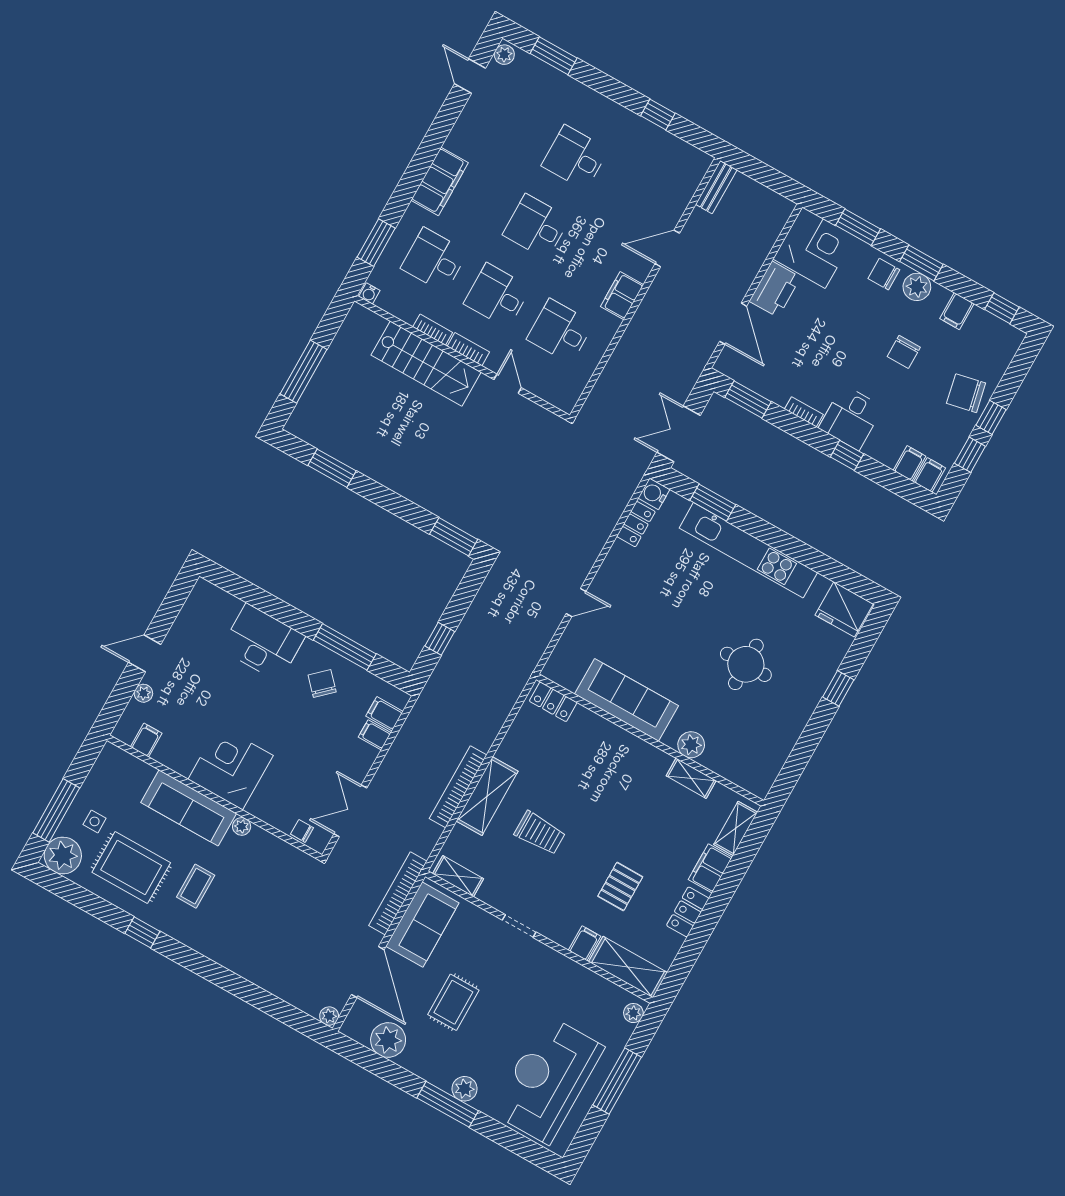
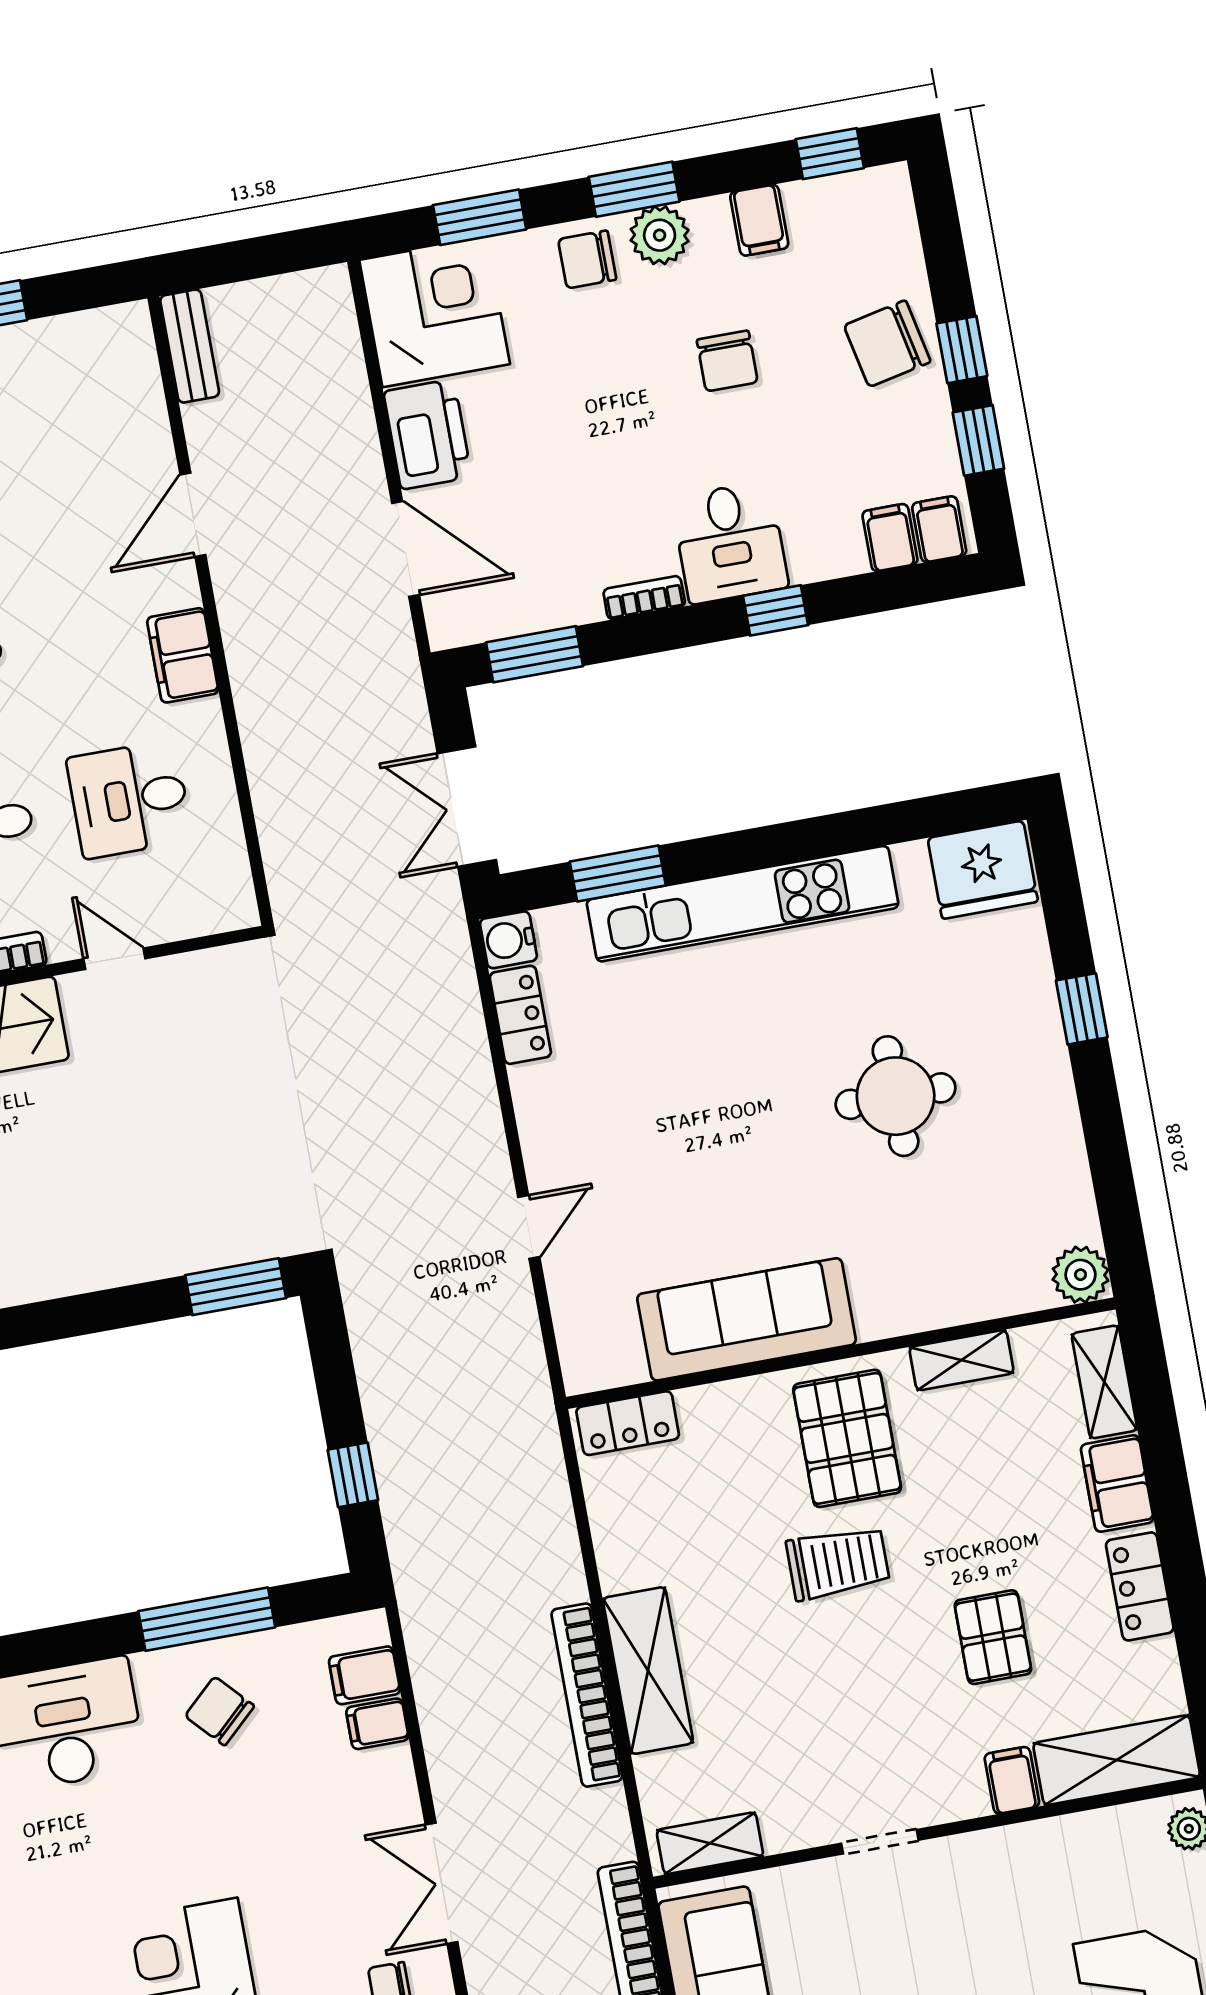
plant: (691, 745) -> (1081, 1275), moved
pallet: (627, 772) -> (847, 1438), added
trolley: (540, 833) -> (838, 1563), moved

